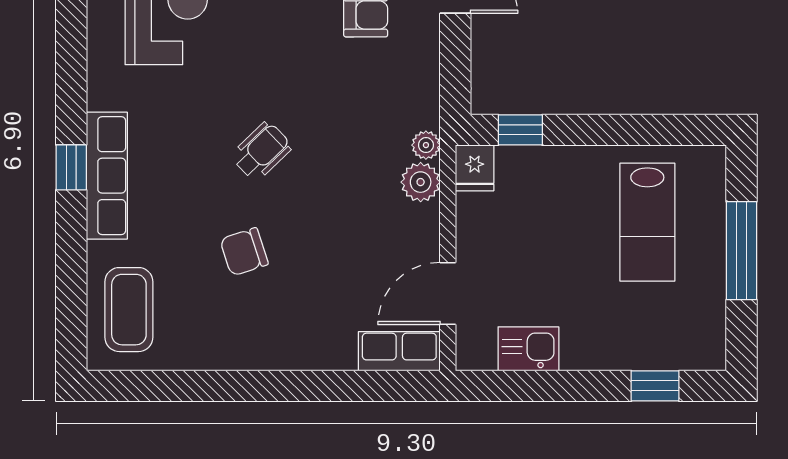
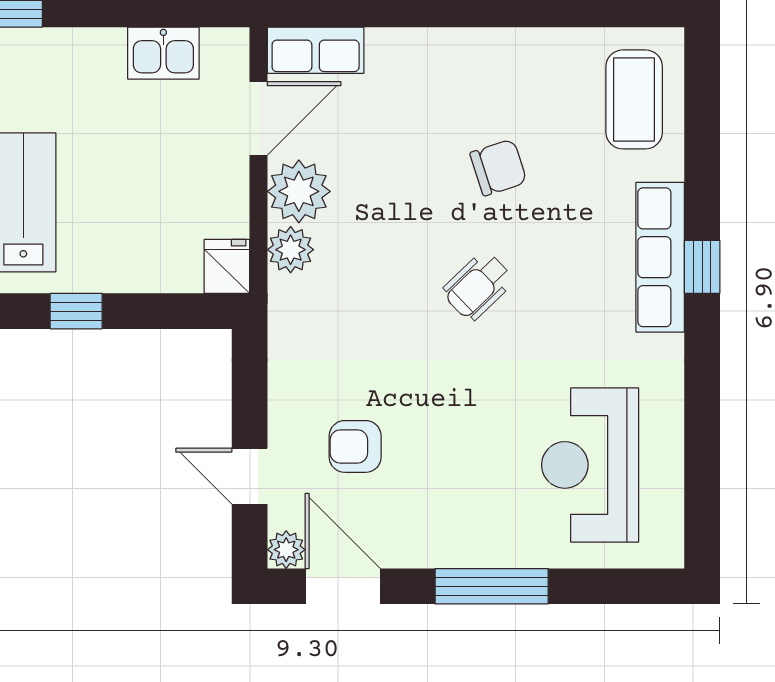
window: (520, 130) -> (76, 311), moved
plant: (426, 145) -> (299, 191), moved, width x1.88, depth x1.88

